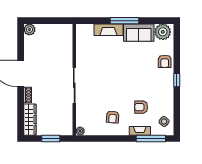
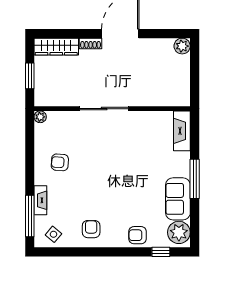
fireplace: (108, 30) -> (182, 131), moved
window: (177, 80) -> (161, 252), moved
armchair: (141, 107) -> (91, 229), moved

